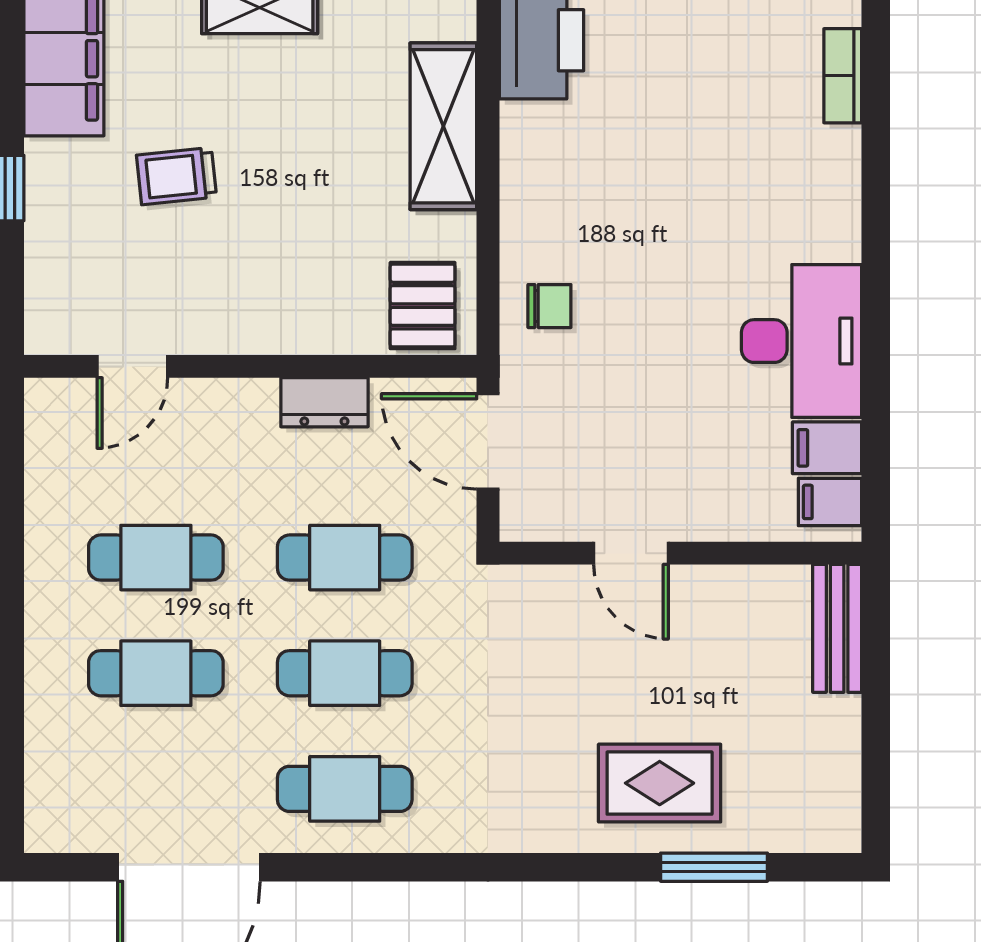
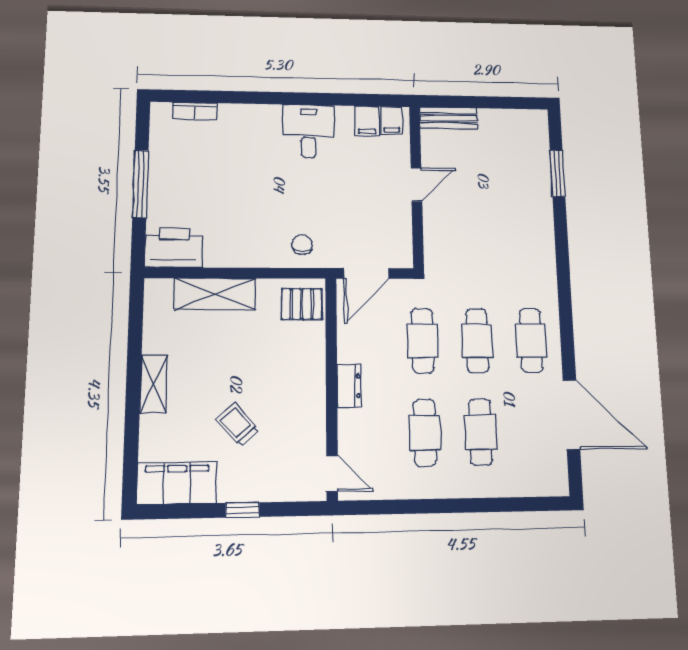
trolley: (176, 176) -> (237, 425), turned 144
desk: (801, 341) -> (309, 131), width x0.73
door: (132, 366) -> (332, 474), moved
dresser: (324, 402) -> (349, 386), moved
door: (631, 553) -> (416, 185), moved
rug: (660, 783) -> (521, 197), removed

